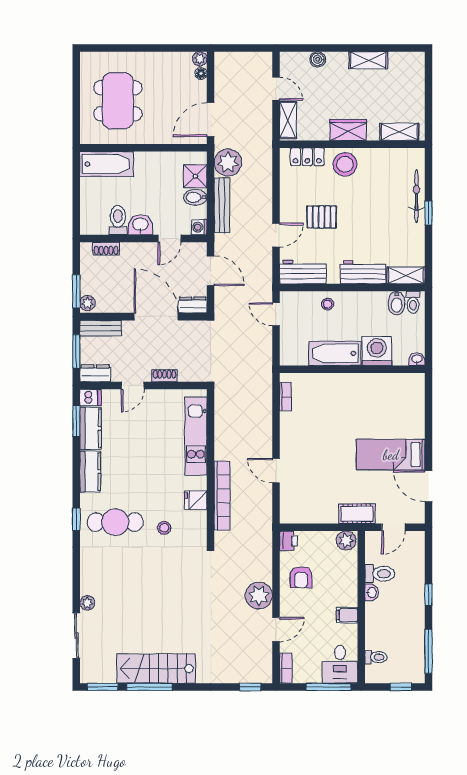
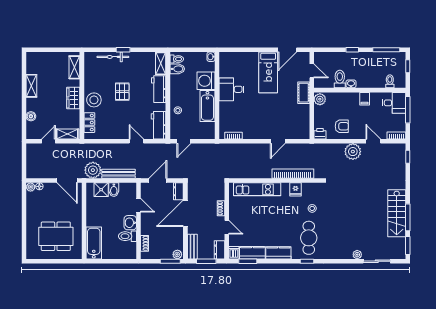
pallet: (322, 217) -> (122, 92), moved
washing machine: (199, 227) -> (132, 187), removed
desk: (363, 393) -> (231, 89), added

